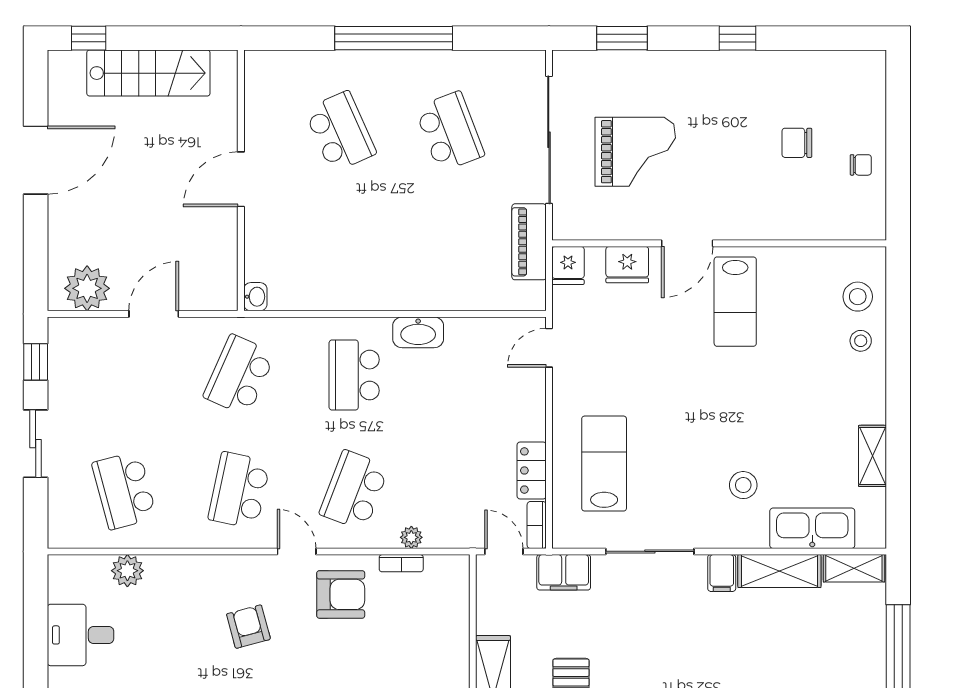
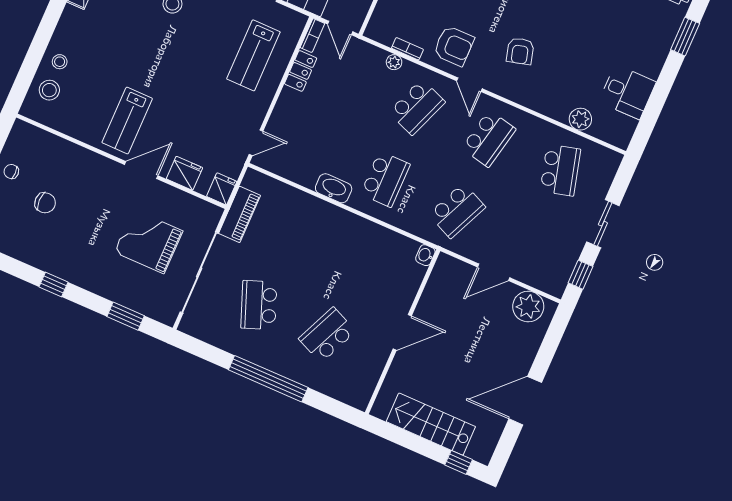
school desk: (340, 132) -> (327, 335), turned 48
lab bench: (735, 302) -> (127, 121), turned 180
armchair: (341, 594) -> (454, 46), turned 180

